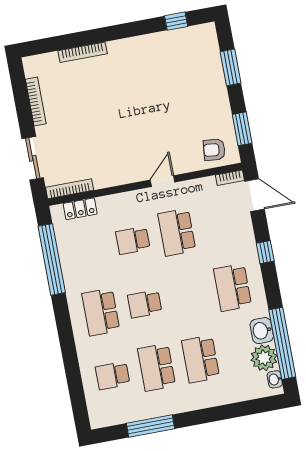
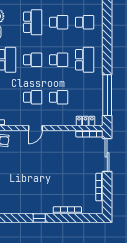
window: (176, 21) -> (39, 218), moved
sliding door: (33, 158) -> (107, 155), width x1.37
school desk: (177, 232) -> (33, 97), width x0.54
school desk: (189, 296) -> (33, 60), added
school desk: (157, 367) -> (59, 22), width x0.54

